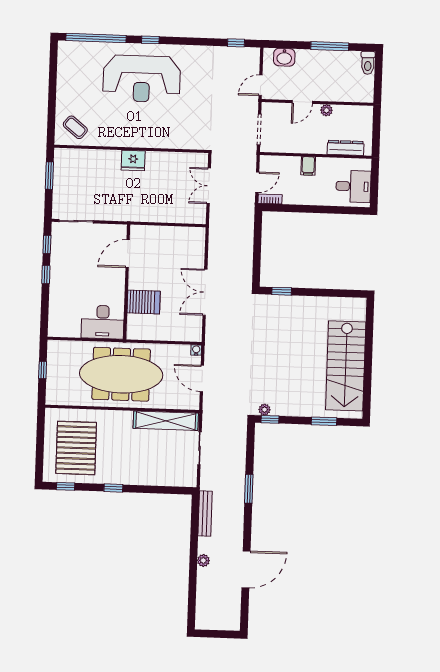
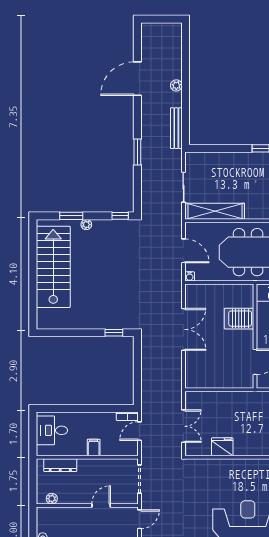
plant: (326, 110) -> (52, 499), moved
fridge: (133, 161) -> (222, 447), moved
plant: (264, 410) -> (86, 225), moved

